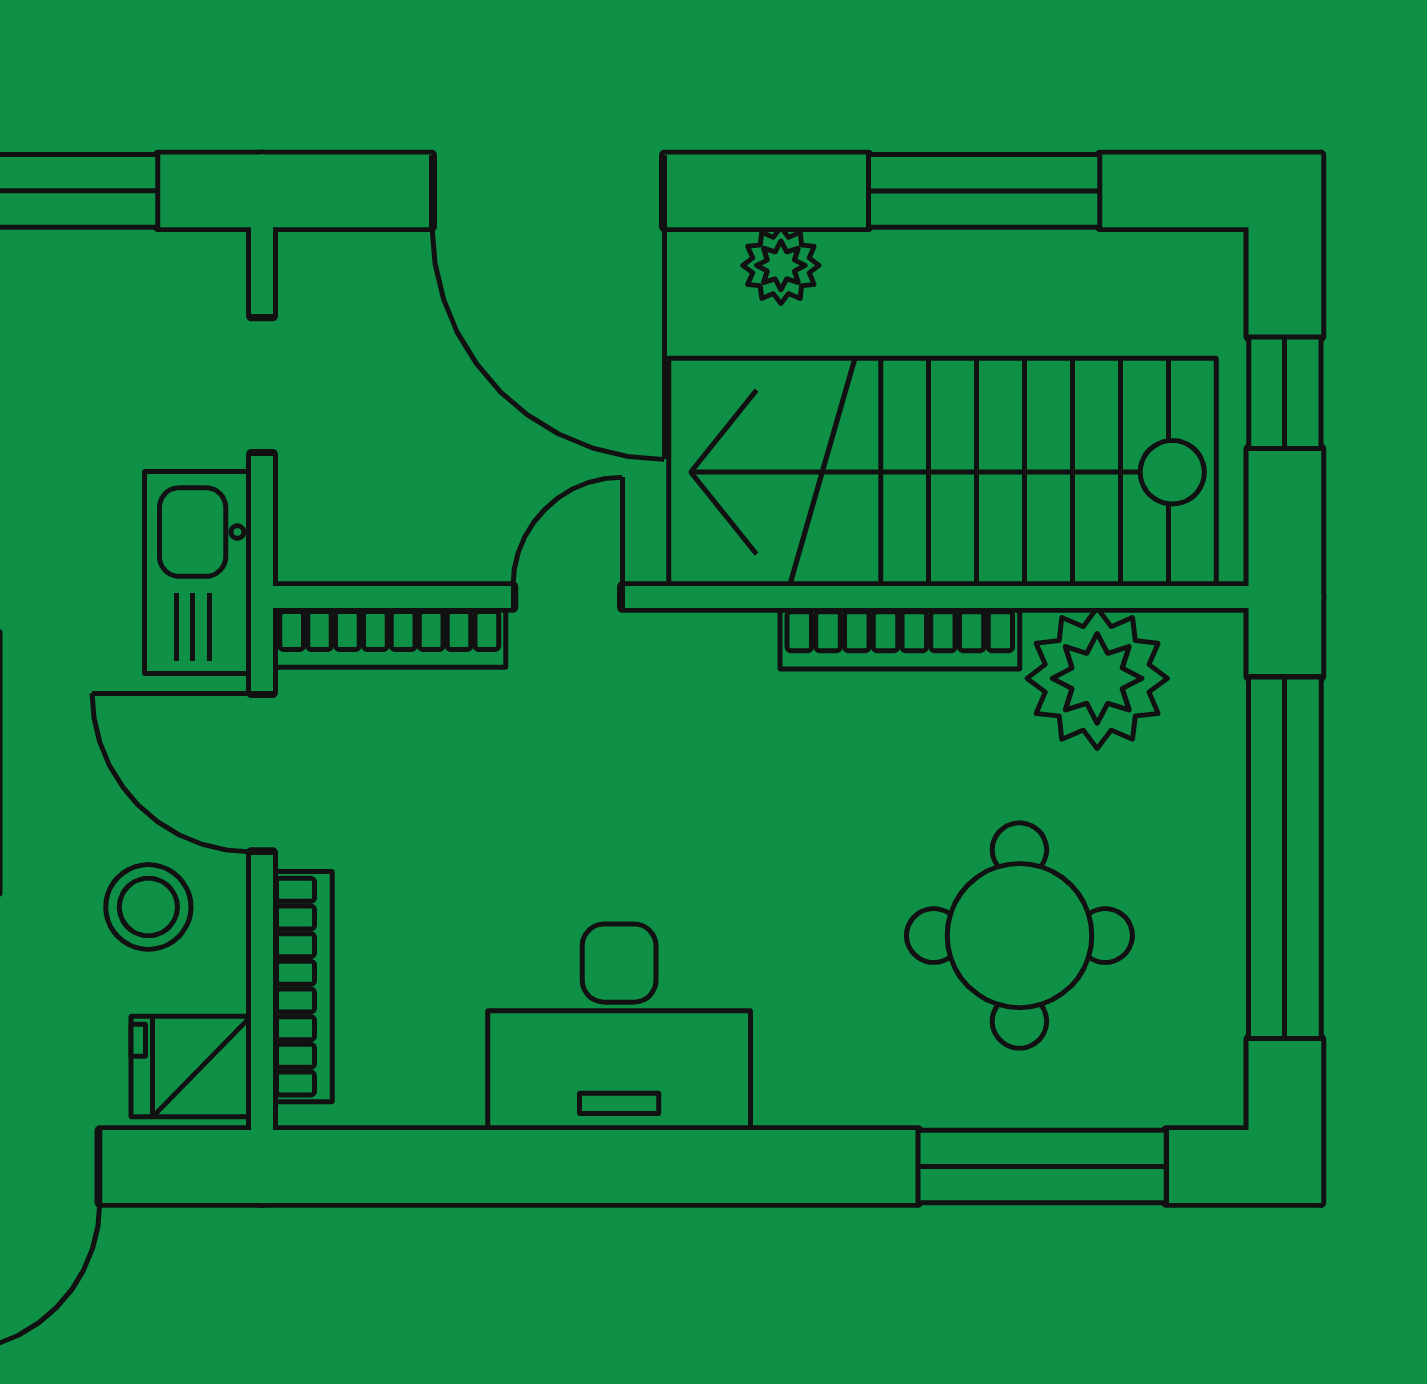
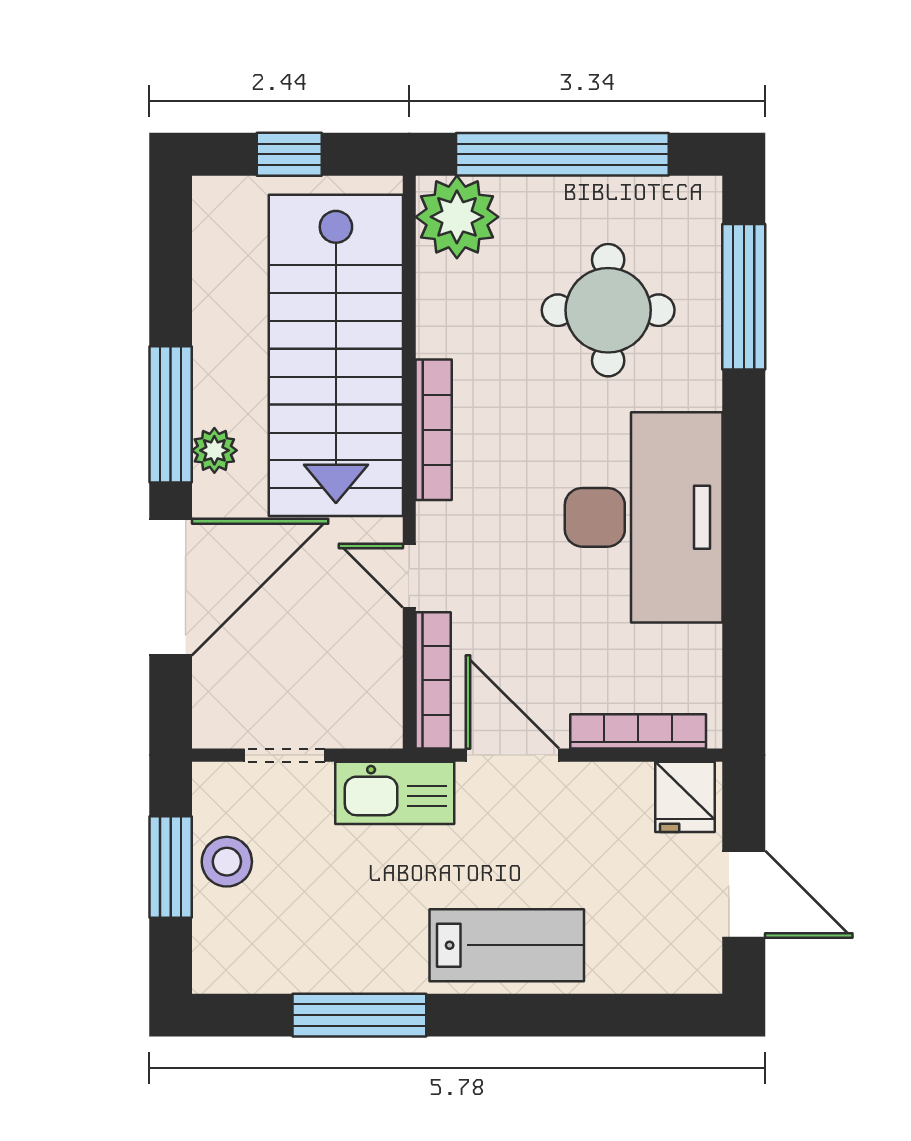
window: (984, 191) -> (171, 414), moved
bookcase: (900, 639) -> (434, 430), moved
plant: (1097, 678) -> (457, 217), moved
door: (262, 773) -> (512, 755), swing flipped
stool: (148, 907) -> (227, 862), moved
desk: (619, 1027) -> (644, 517), width x1.36, depth x1.30

